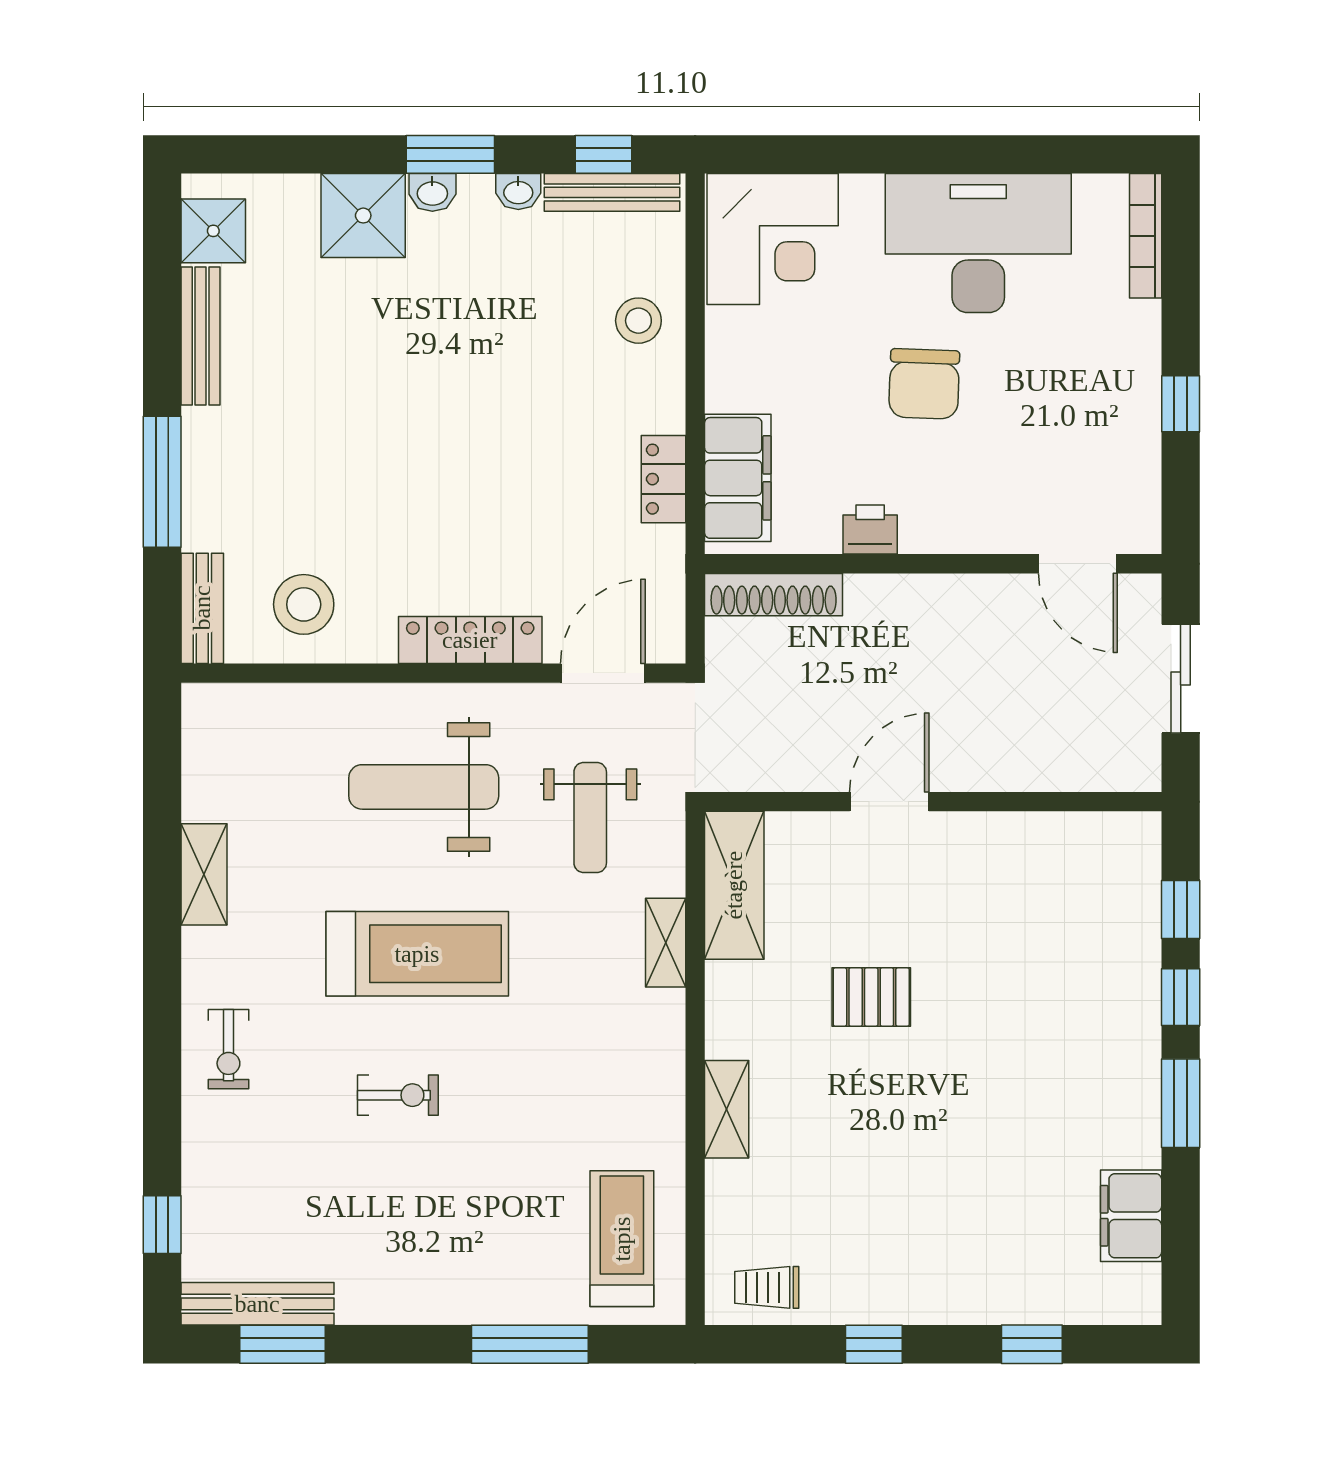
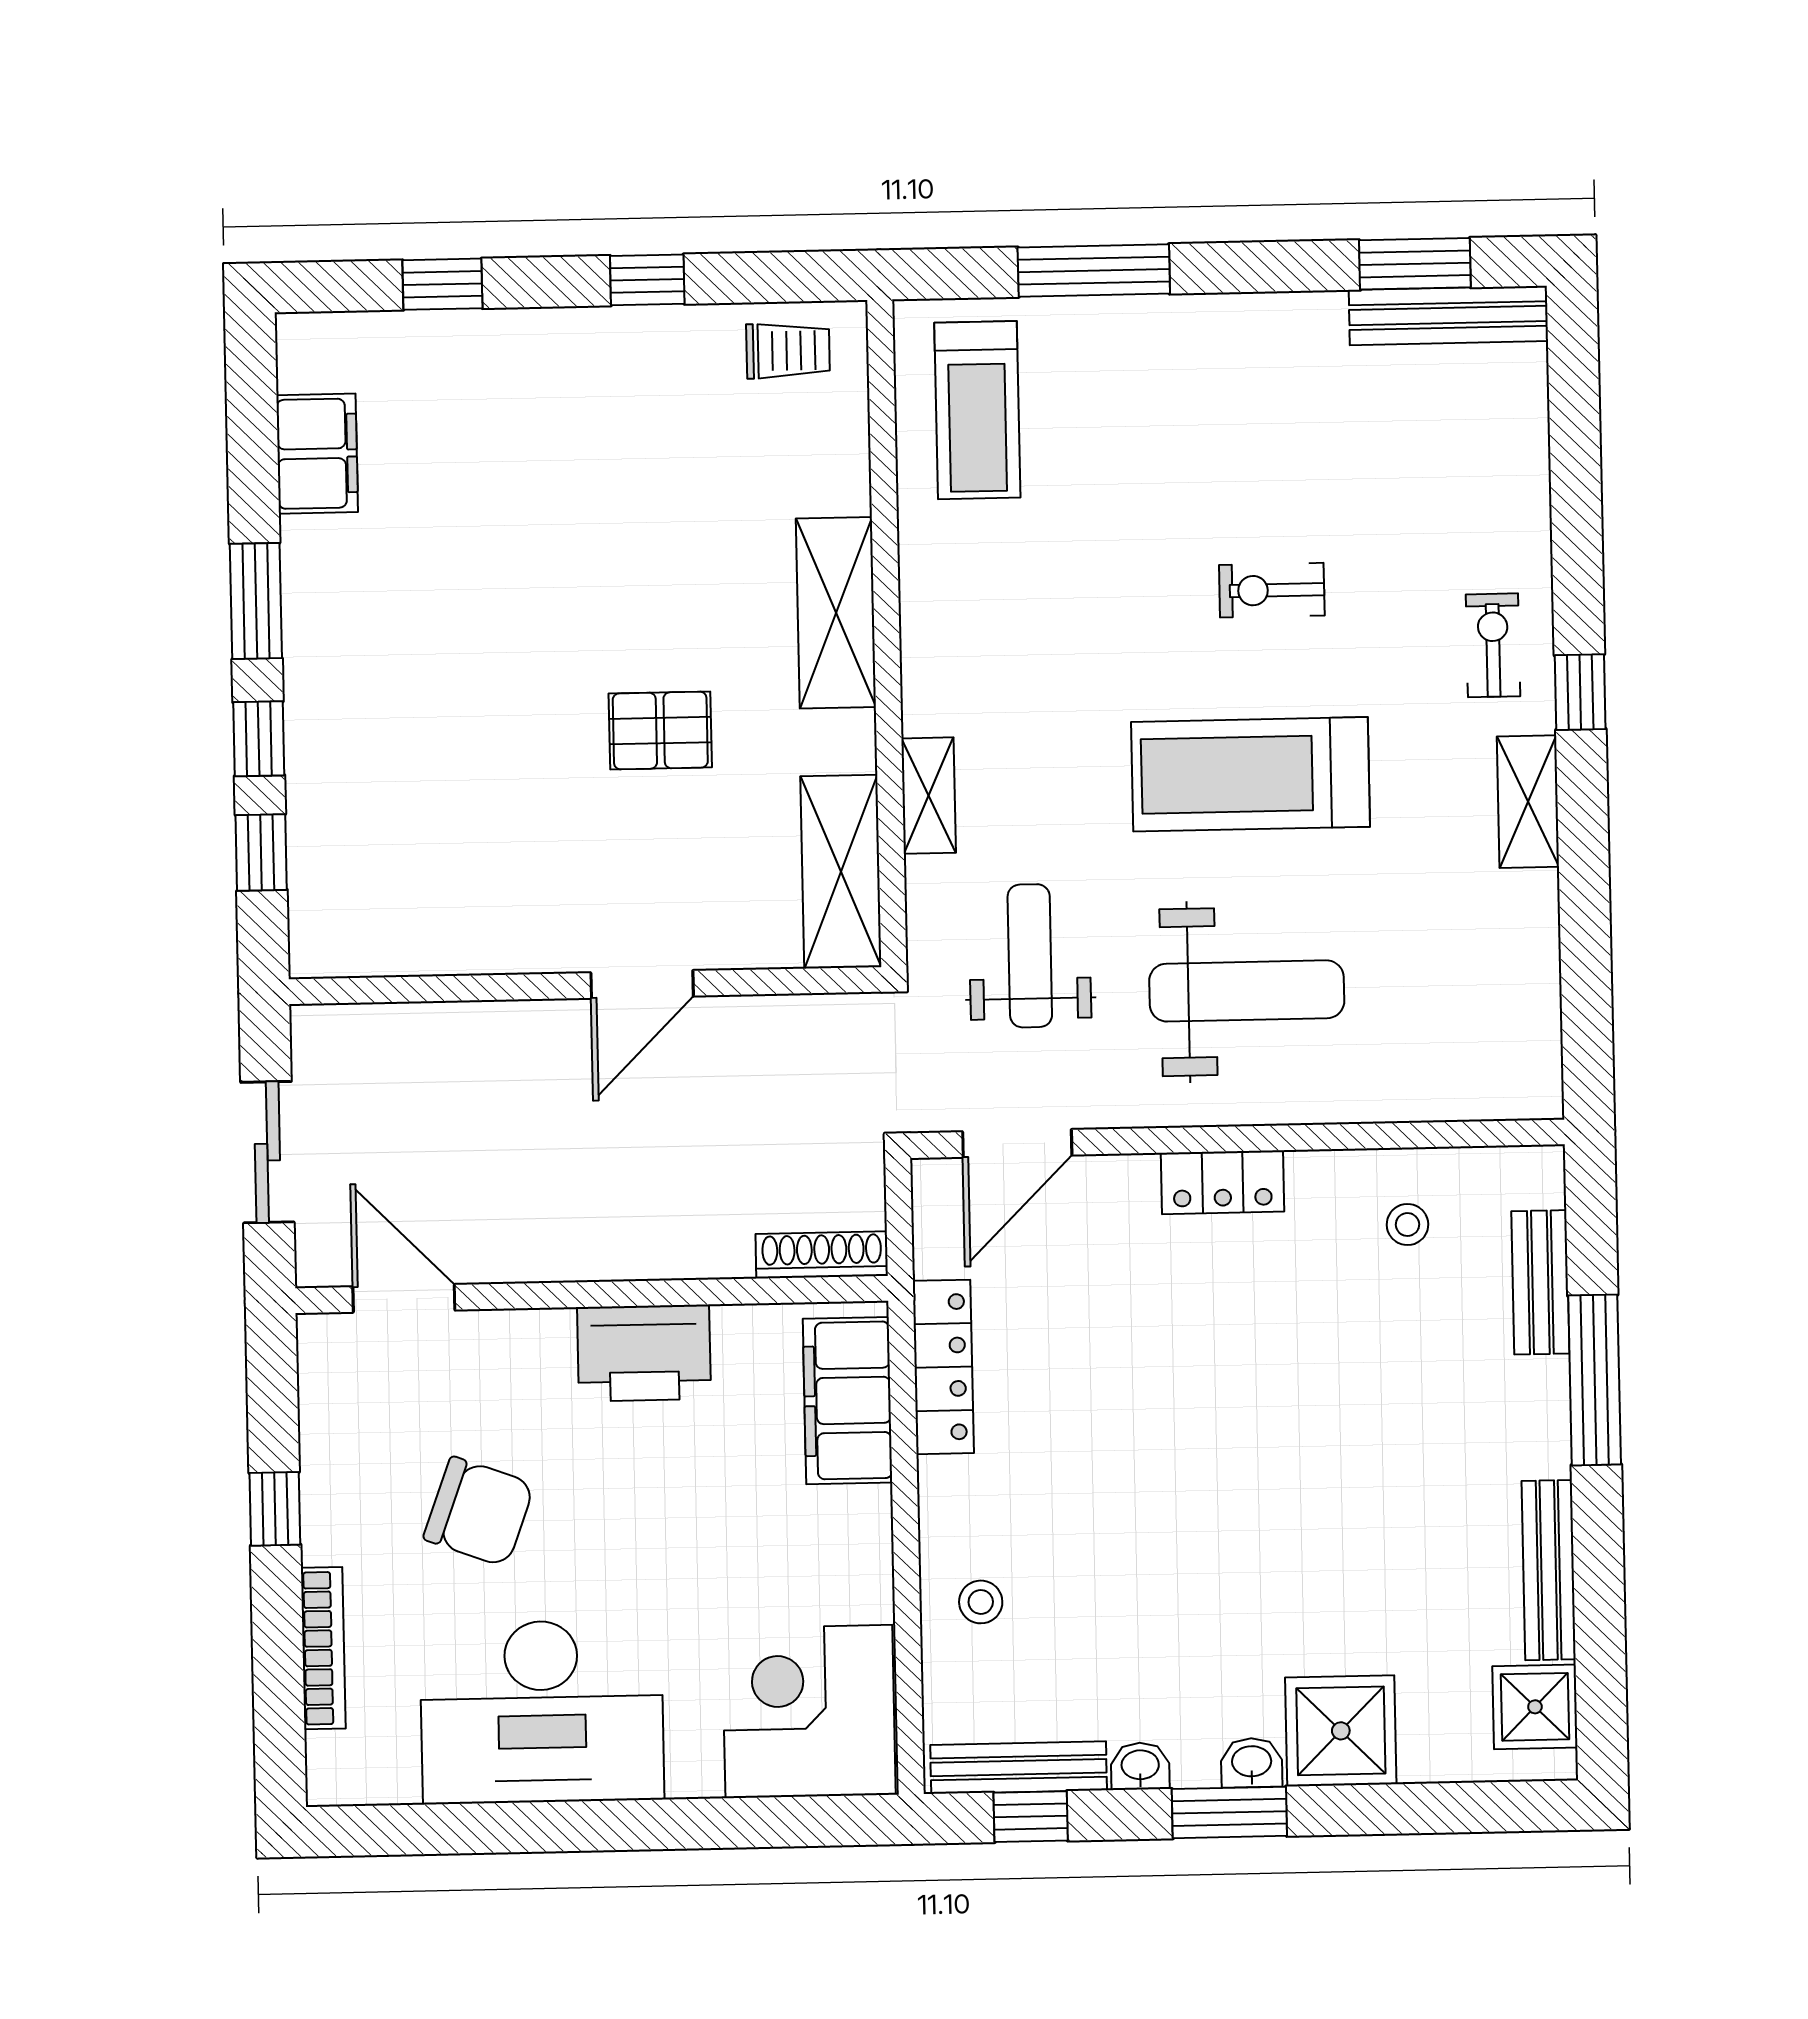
bookcase: (1146, 236) -> (323, 1648), moved
stool: (638, 321) -> (981, 1602), width x0.73, depth x0.73
chair: (924, 384) -> (479, 1512), moved, turned 108
locker: (663, 479) -> (943, 1367), width x1.53
printer: (870, 530) -> (644, 1353), width x1.87, depth x1.48
shoe rack: (774, 595) -> (822, 1255), width x0.74, depth x0.81
stool: (304, 604) -> (1407, 1225), width x0.53, depth x0.53
bench: (202, 608) -> (1540, 1282), moved
locker: (470, 640) -> (1223, 1182), width x0.66
shelving: (204, 874) -> (1528, 802), moved
shelving: (727, 1109) -> (836, 613), width x1.50, depth x1.33
window: (162, 1225) -> (1580, 692), moved

